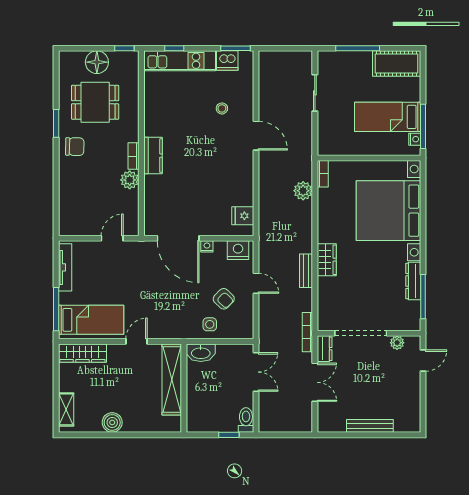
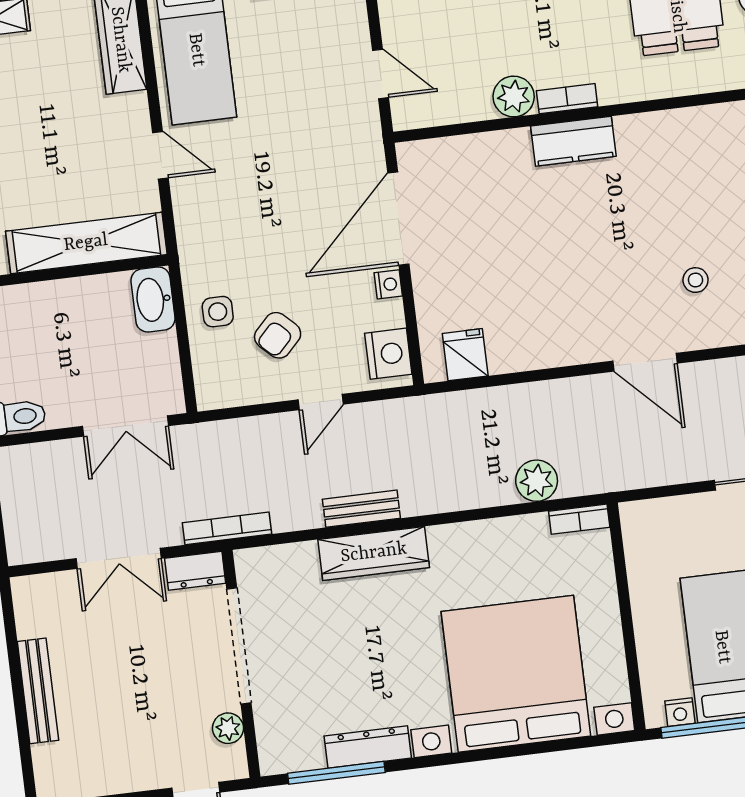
door: (256, 136) -> (645, 362), hinge flipped
wardrobe: (327, 260) -> (374, 553), width x1.50

